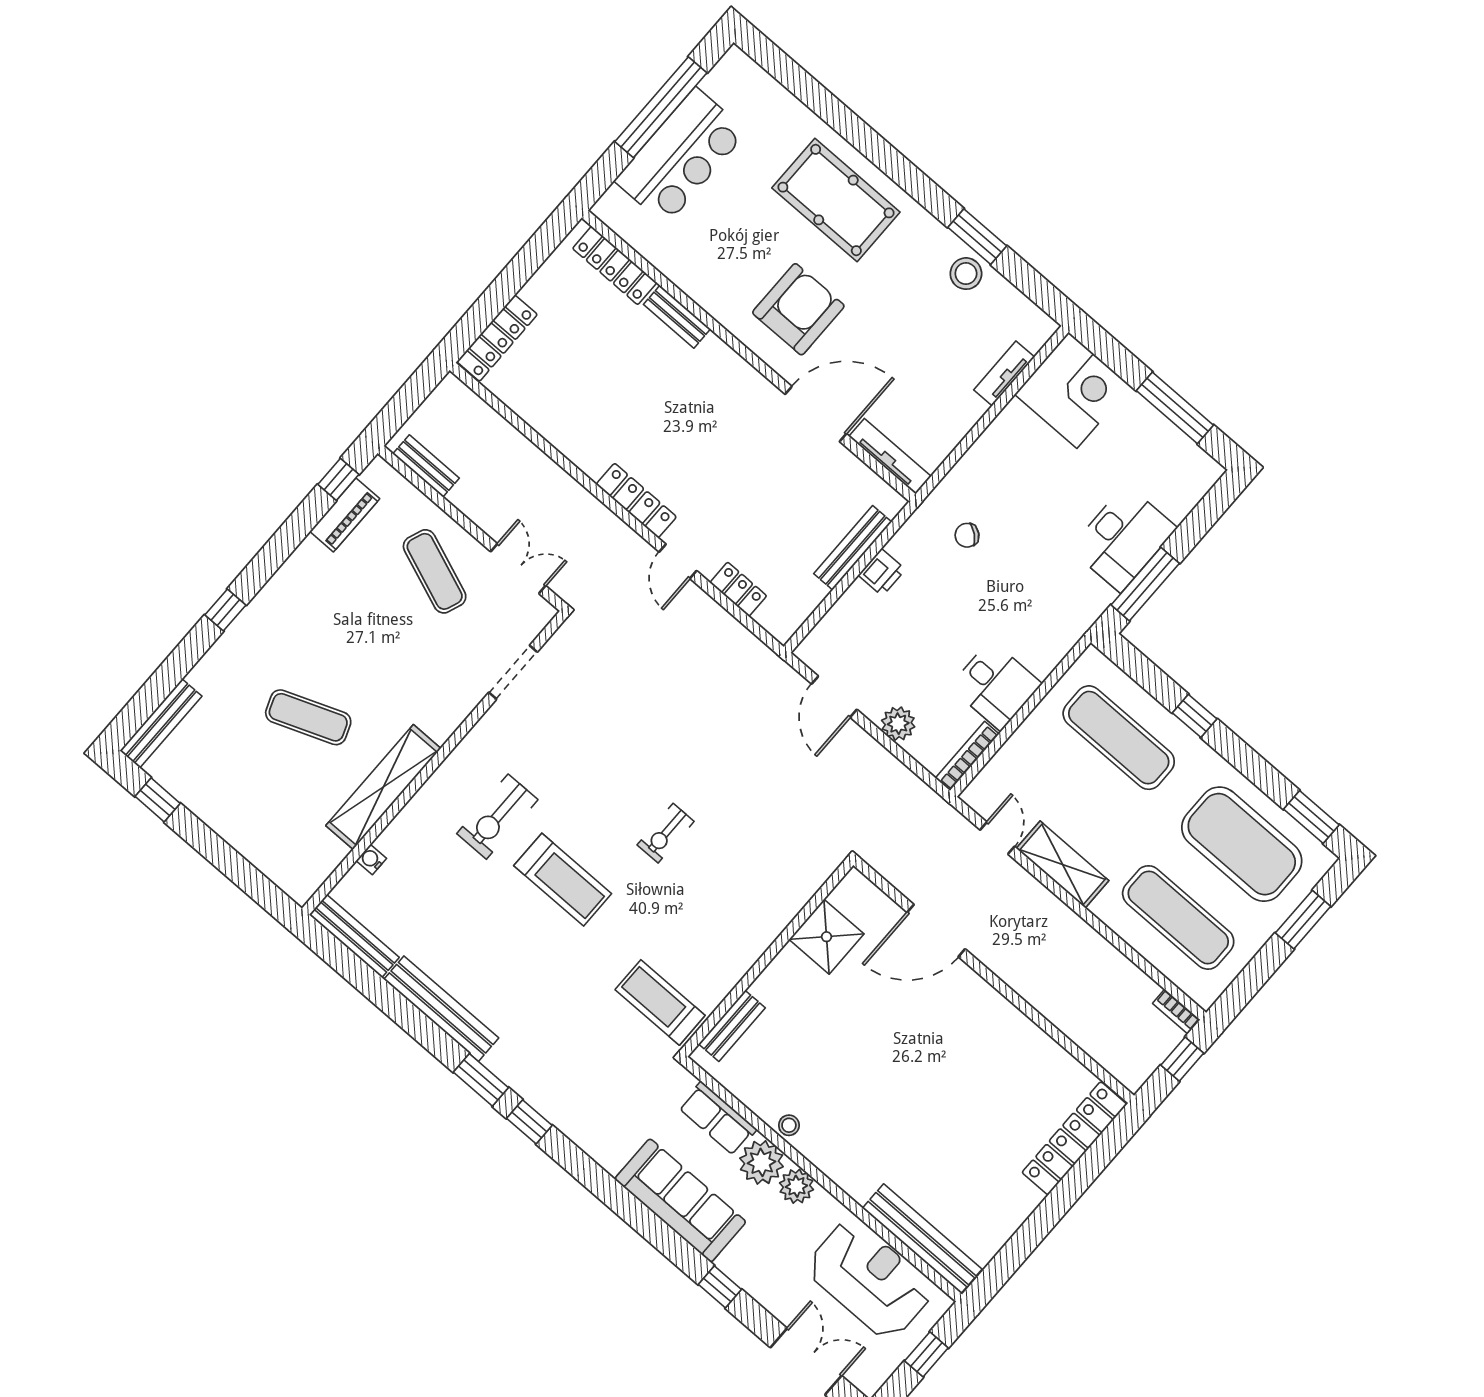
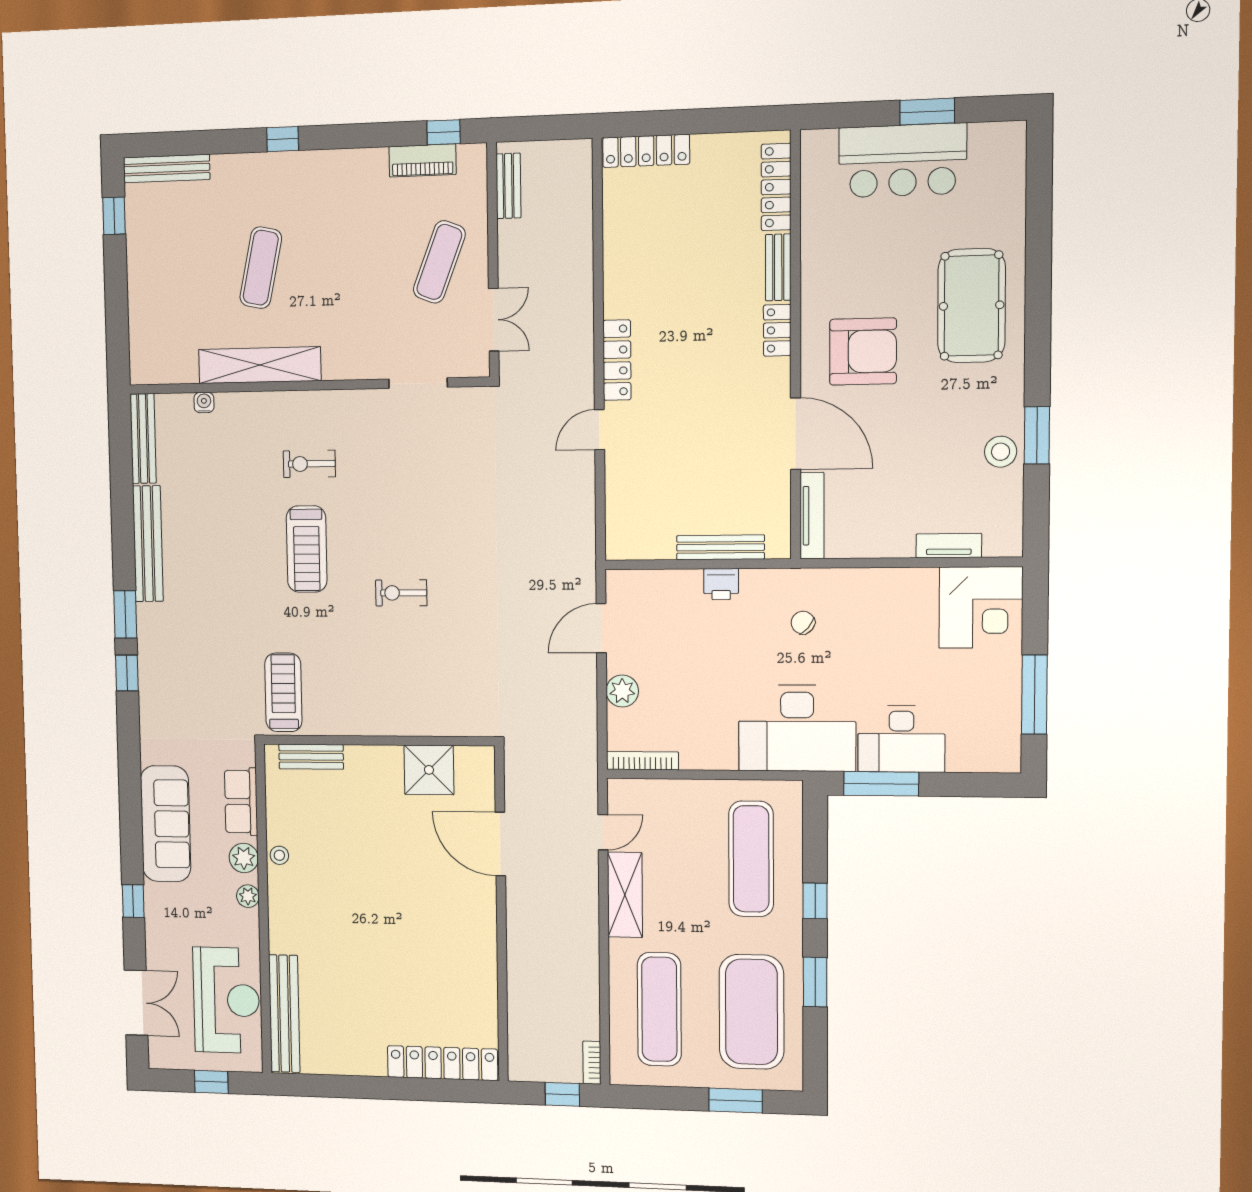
window: (661, 107) -> (927, 112), width x0.47
locker: (738, 589) -> (777, 330), moved, turned 180
desk: (996, 685) -> (797, 728), moved, width x1.87, depth x1.30
exercise mat: (308, 717) -> (261, 268), turned 33
exercise bike: (497, 817) -> (309, 464), width x0.73, depth x0.72
window: (1311, 817) -> (815, 982), moved
plant: (761, 1162) -> (244, 858), width x0.73, depth x0.73
plant: (796, 1186) -> (248, 896), width x0.73, depth x0.73

